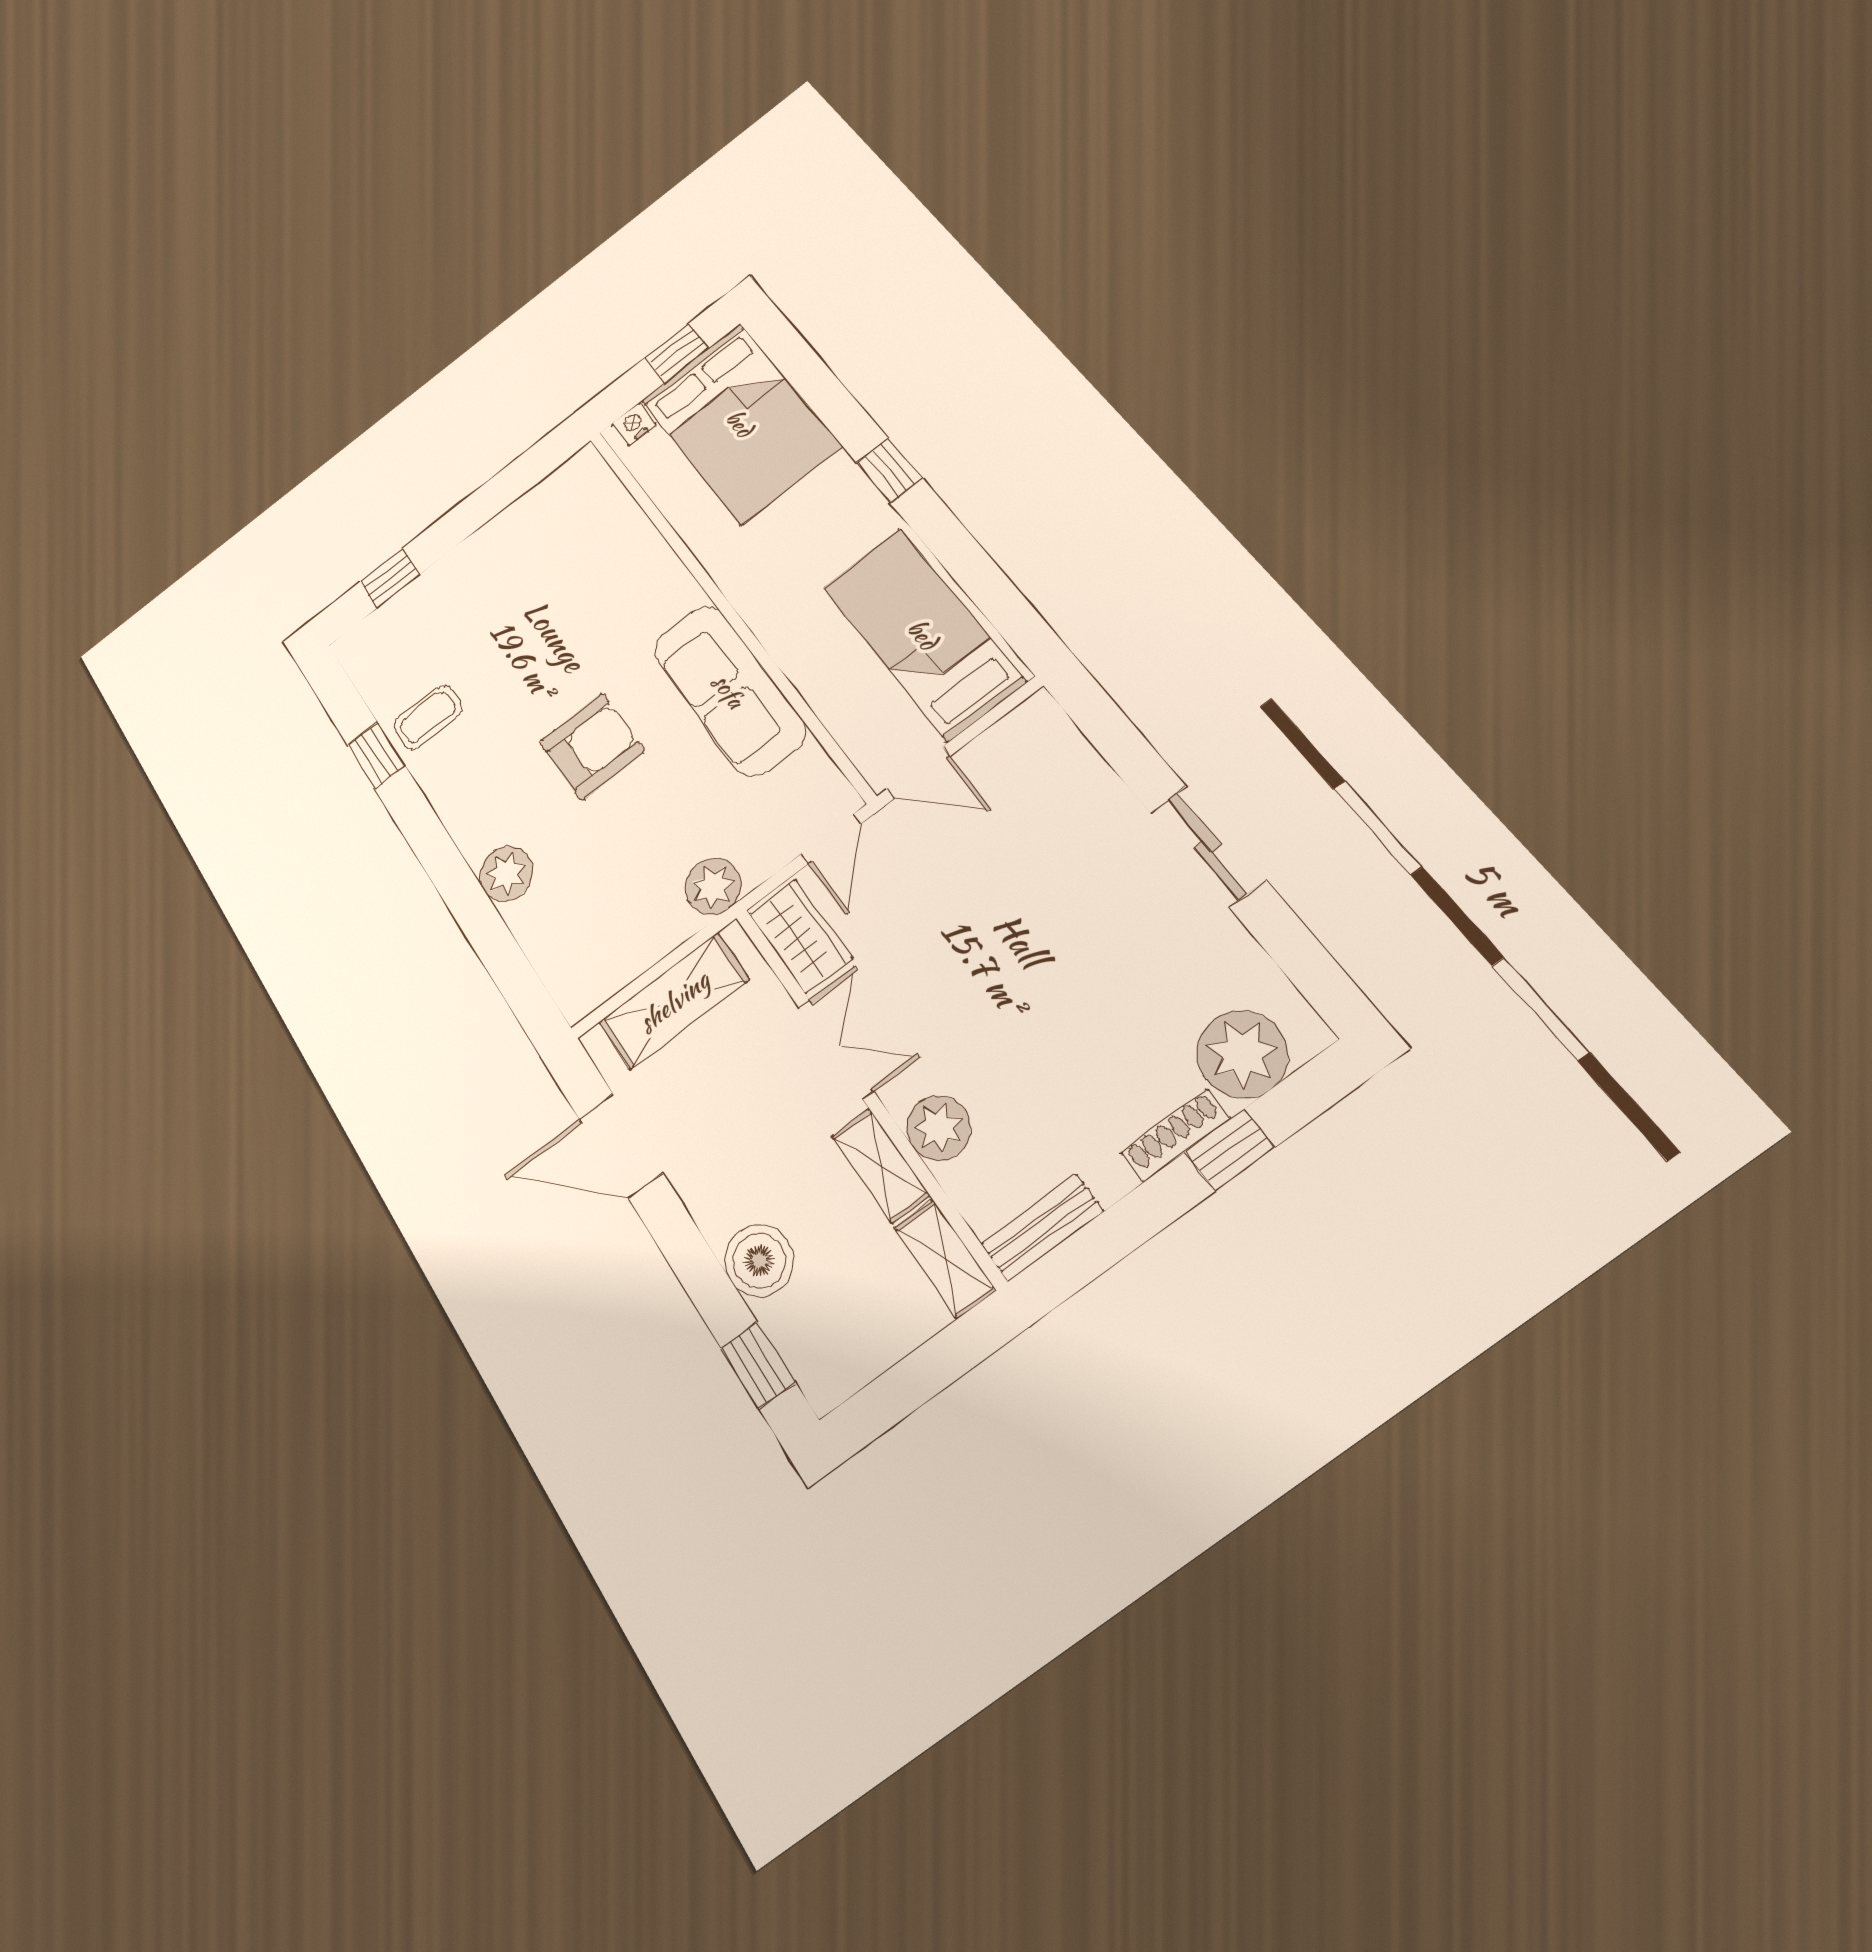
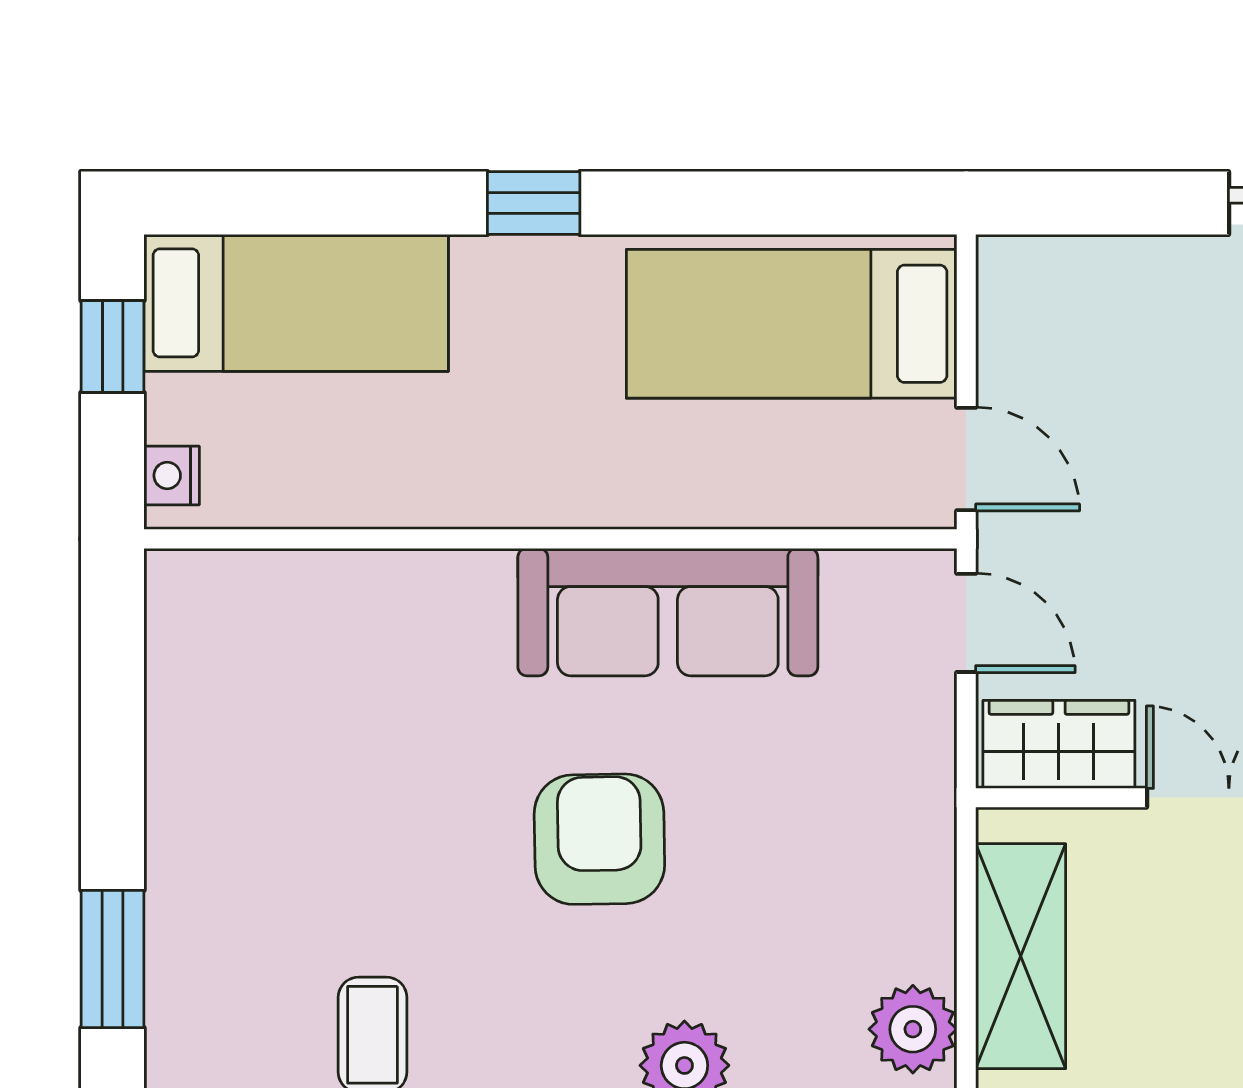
bed: (740, 423) -> (296, 303), width x0.67
window: (390, 578) -> (113, 959), width x1.50
door: (918, 773) -> (966, 459), hinge flipped
plant: (713, 887) -> (913, 1029), moved

